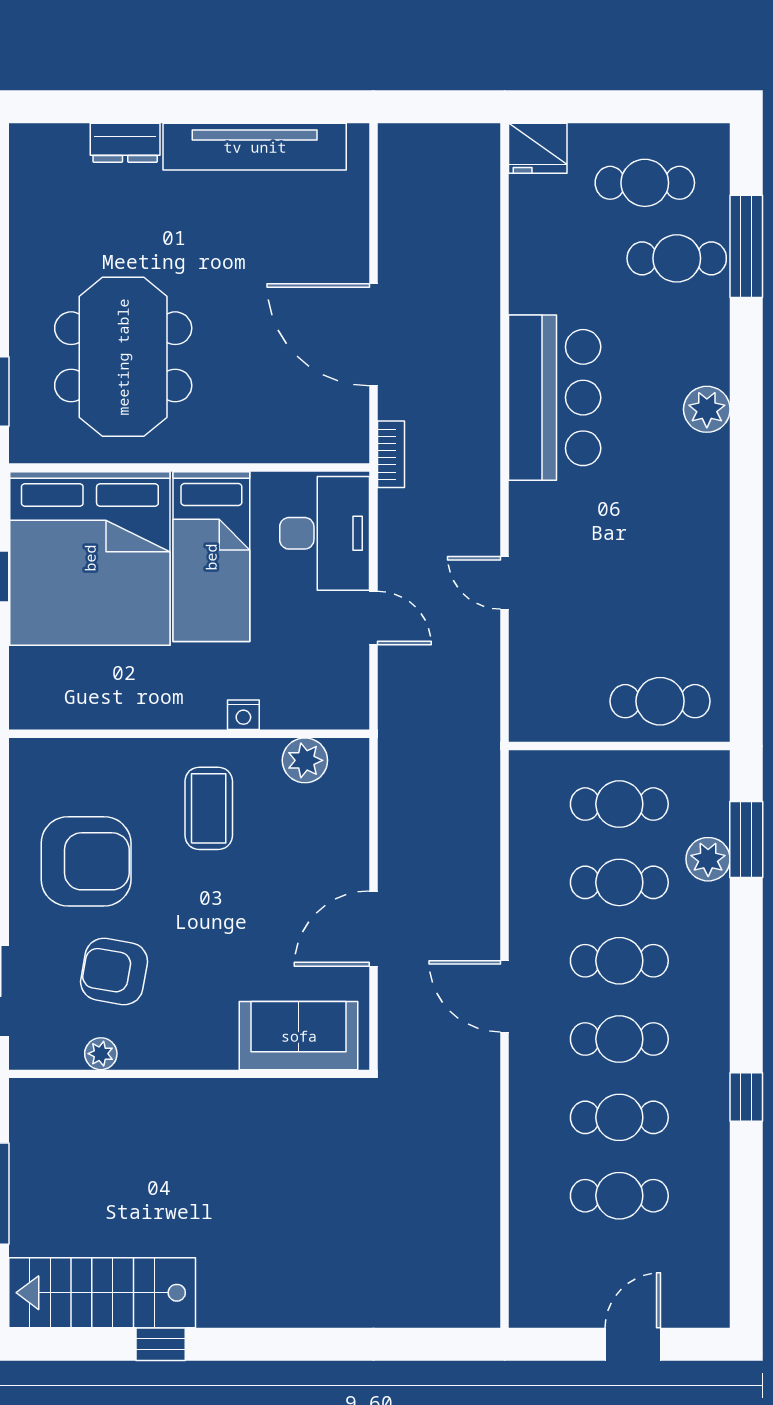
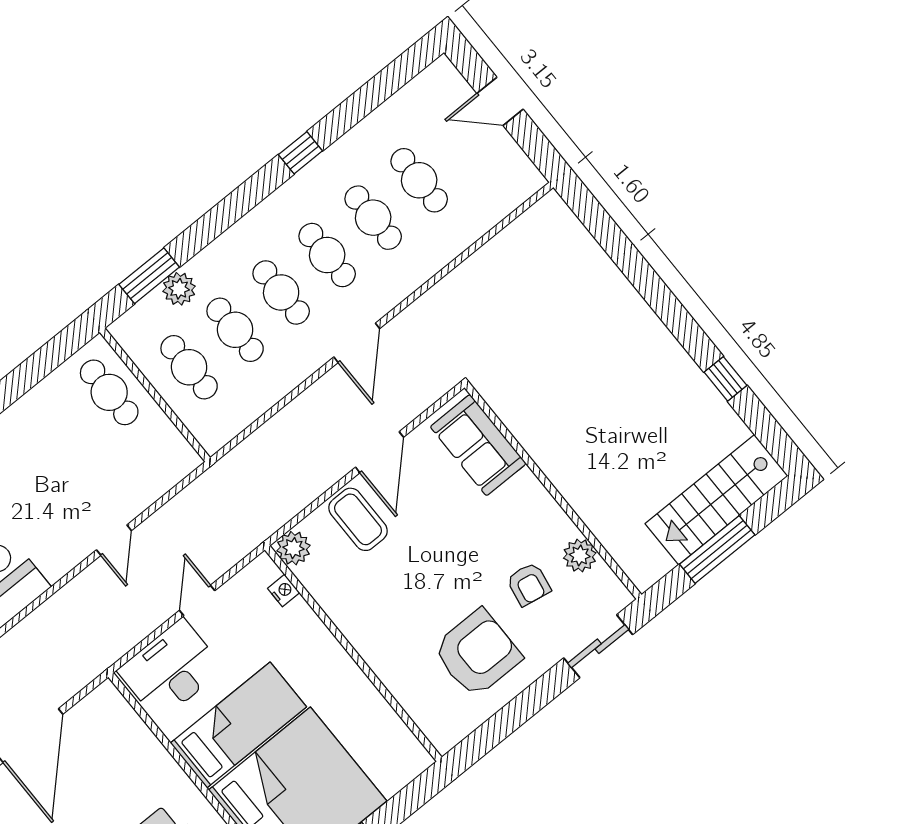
bookcase: (391, 454) -> (93, 668), removed
nightstand: (243, 715) -> (284, 591), moved
plant: (305, 760) -> (293, 548), moved
coffee table: (209, 808) -> (358, 519), moved, turned 90
armchair: (86, 861) -> (477, 653), turned 90
door: (373, 929) -> (380, 452), hinge flipped
armchair: (114, 971) -> (529, 584), width x0.72, depth x0.72
plant: (101, 1054) -> (580, 555), width x1.38, depth x1.38
stairs: (102, 1293) -> (717, 500), moved, turned 90

